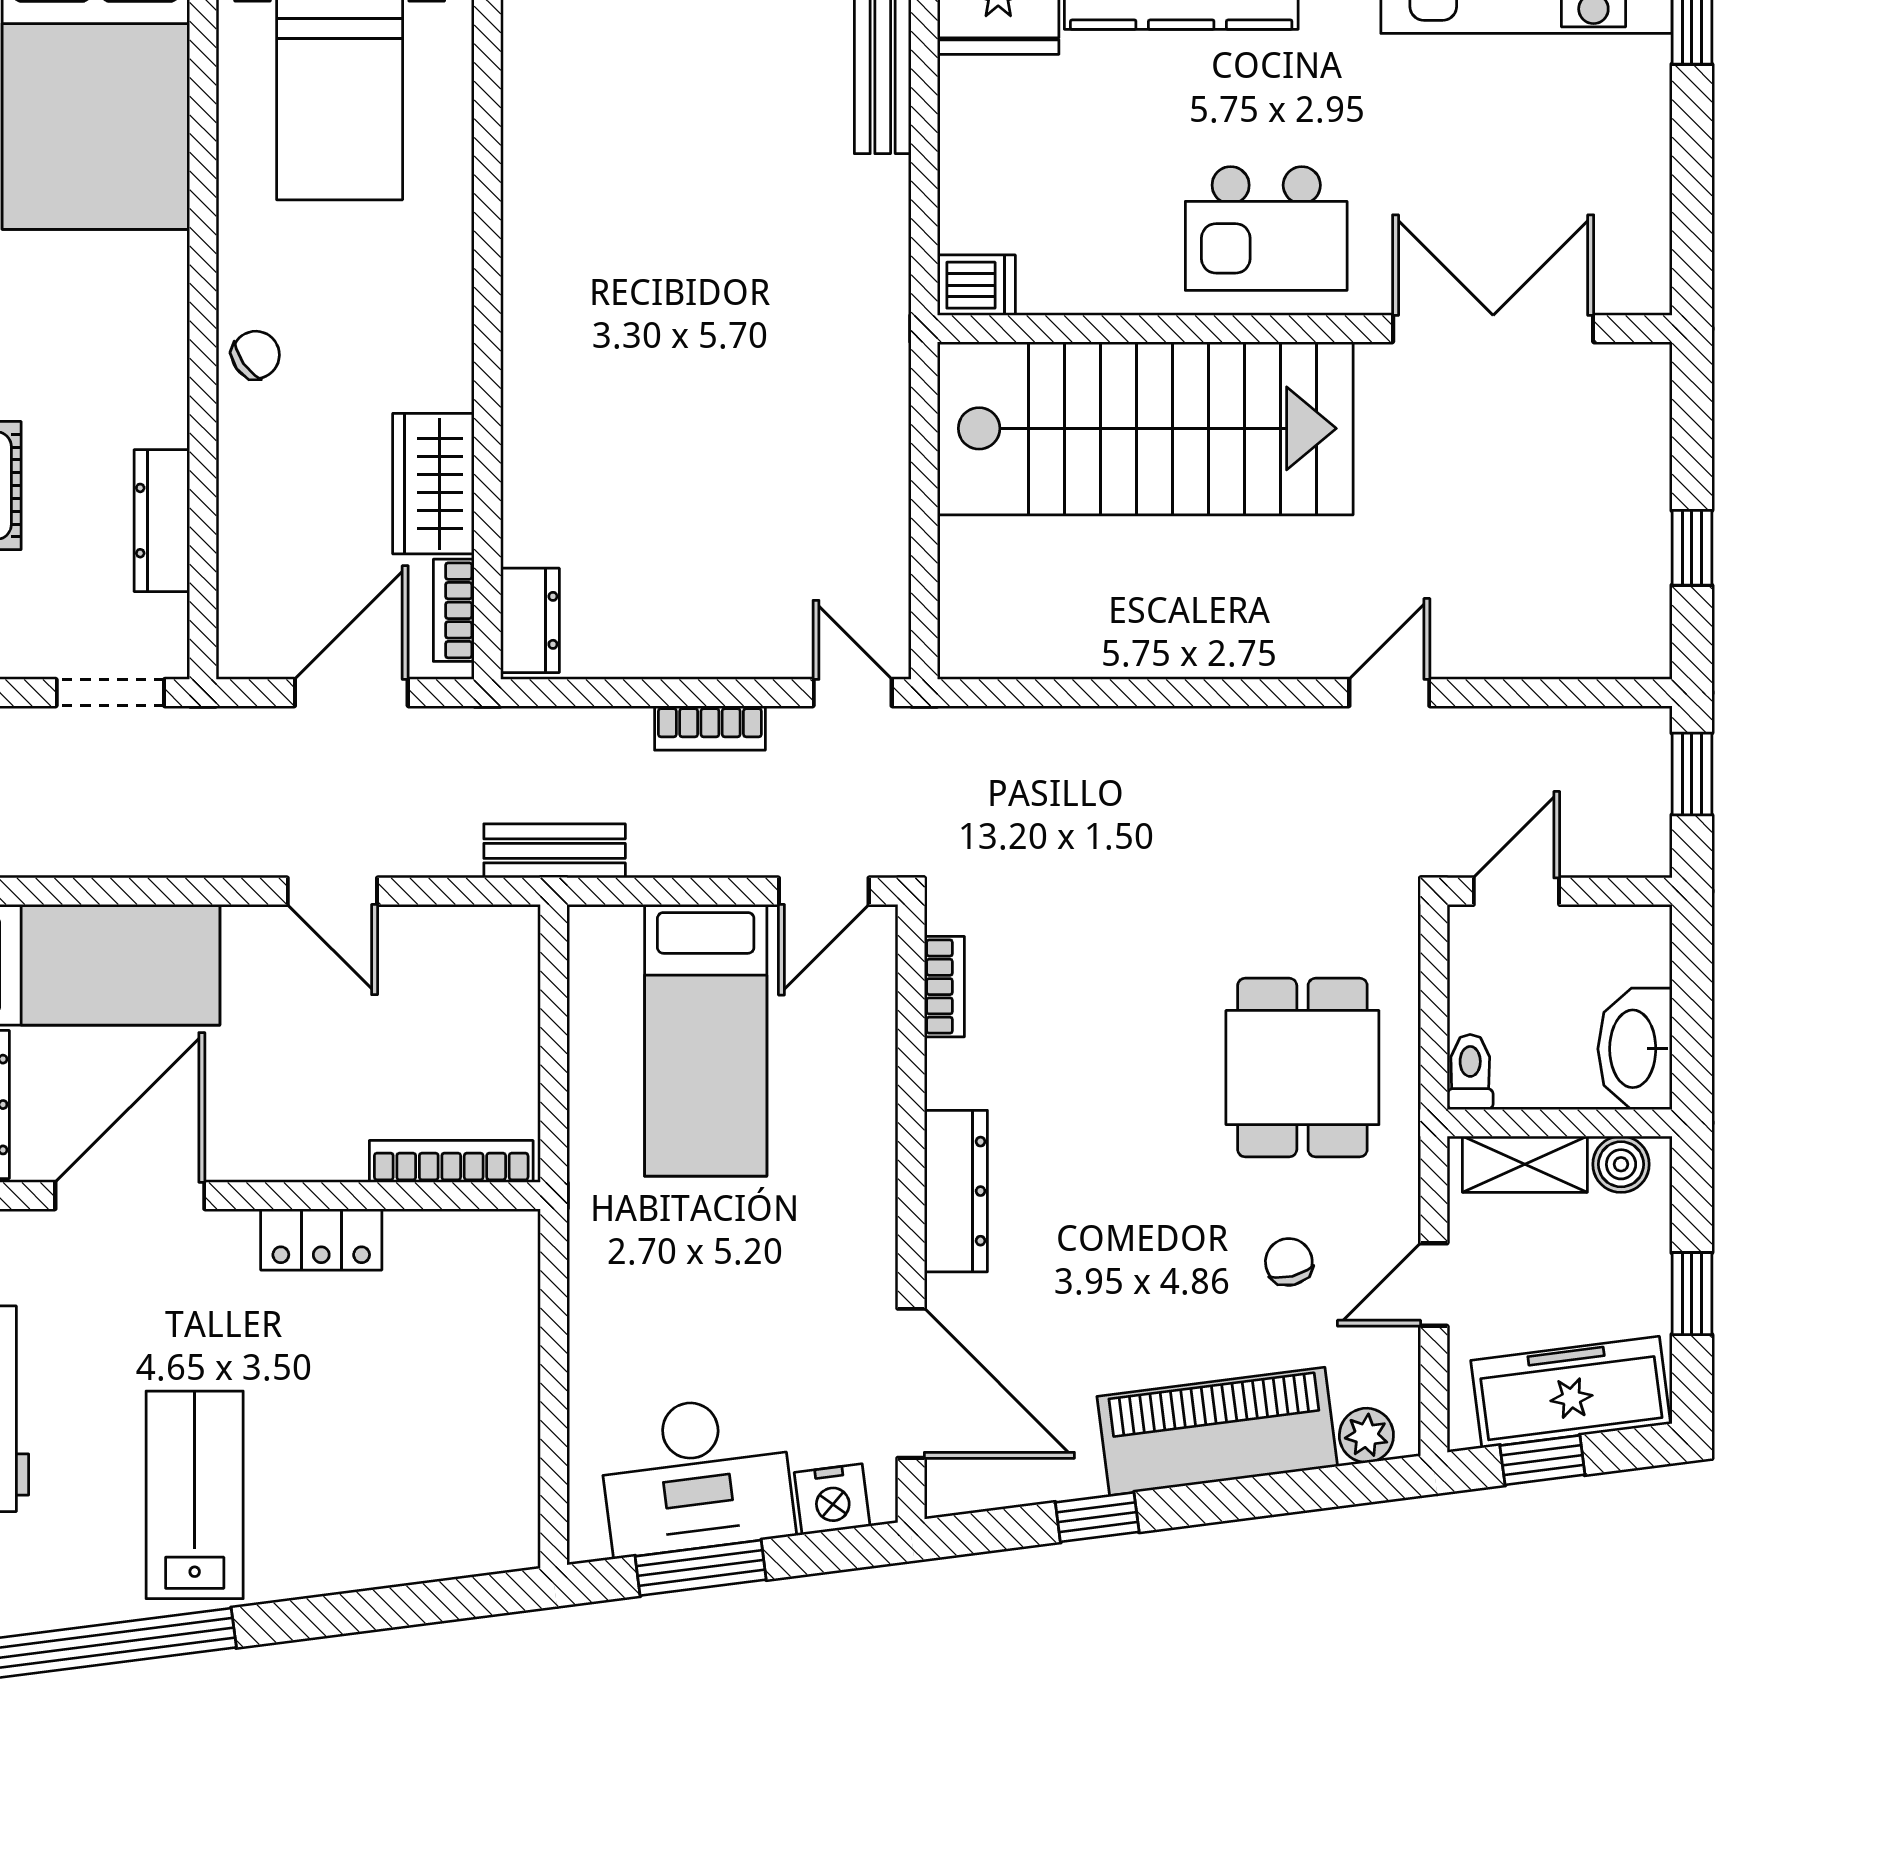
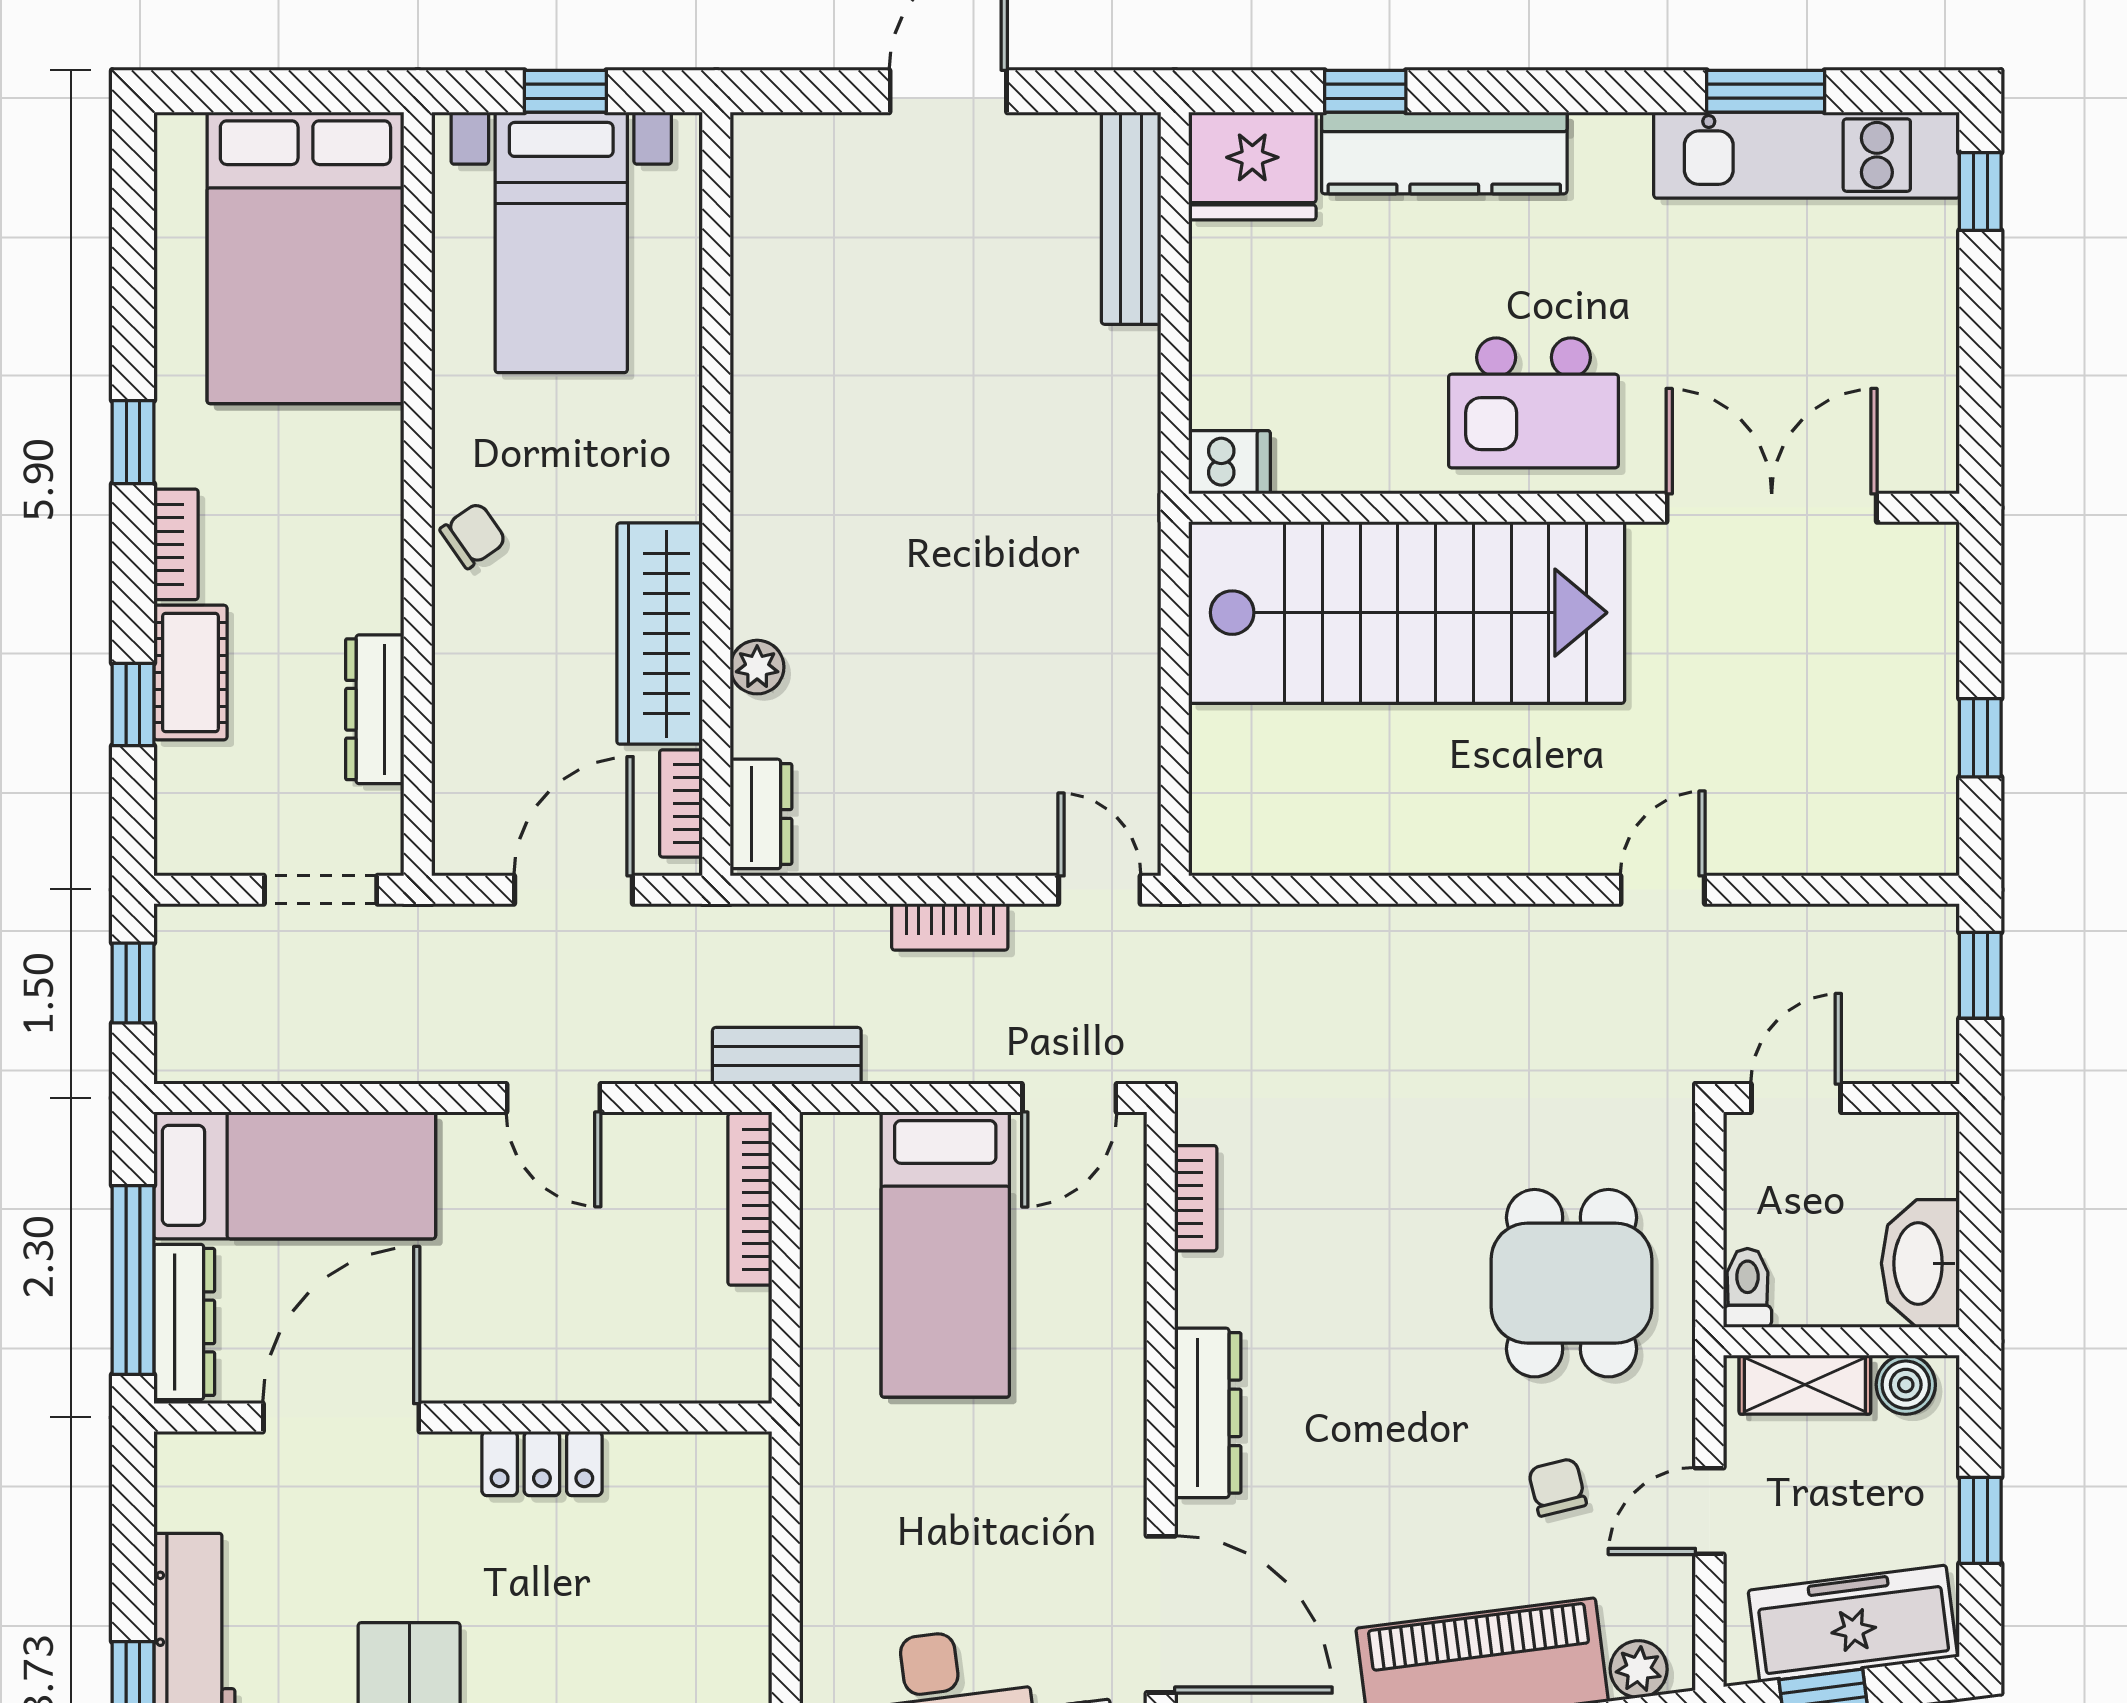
plant: (526, 480) -> (757, 667), added
wardrobe: (433, 484) -> (660, 634), width x1.50
bookcase: (451, 1161) -> (750, 1199), moved, turned -90

